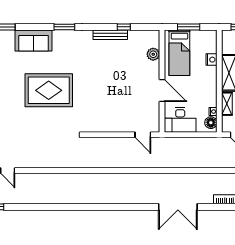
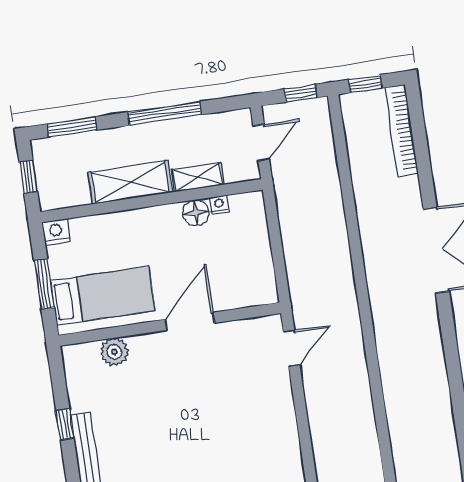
nightstand: (211, 60) -> (56, 232), moved
desk: (180, 120) -> (248, 273), removed
floor lamp: (211, 123) -> (196, 213), moved

